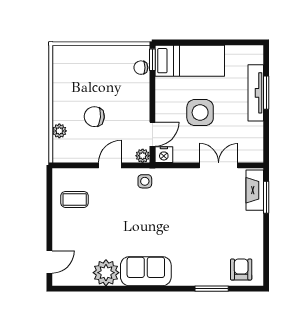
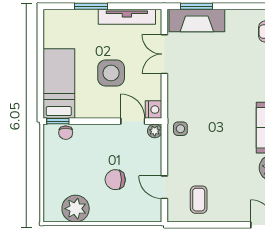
tv unit: (256, 93) -> (127, 17), moved
chair: (94, 117) -> (115, 180), turned 85
plant: (59, 131) -> (76, 209), moved, width x1.87, depth x1.87
door: (110, 165) -> (164, 187), moved
fireplace: (255, 190) -> (197, 20), width x1.37, depth x1.32

